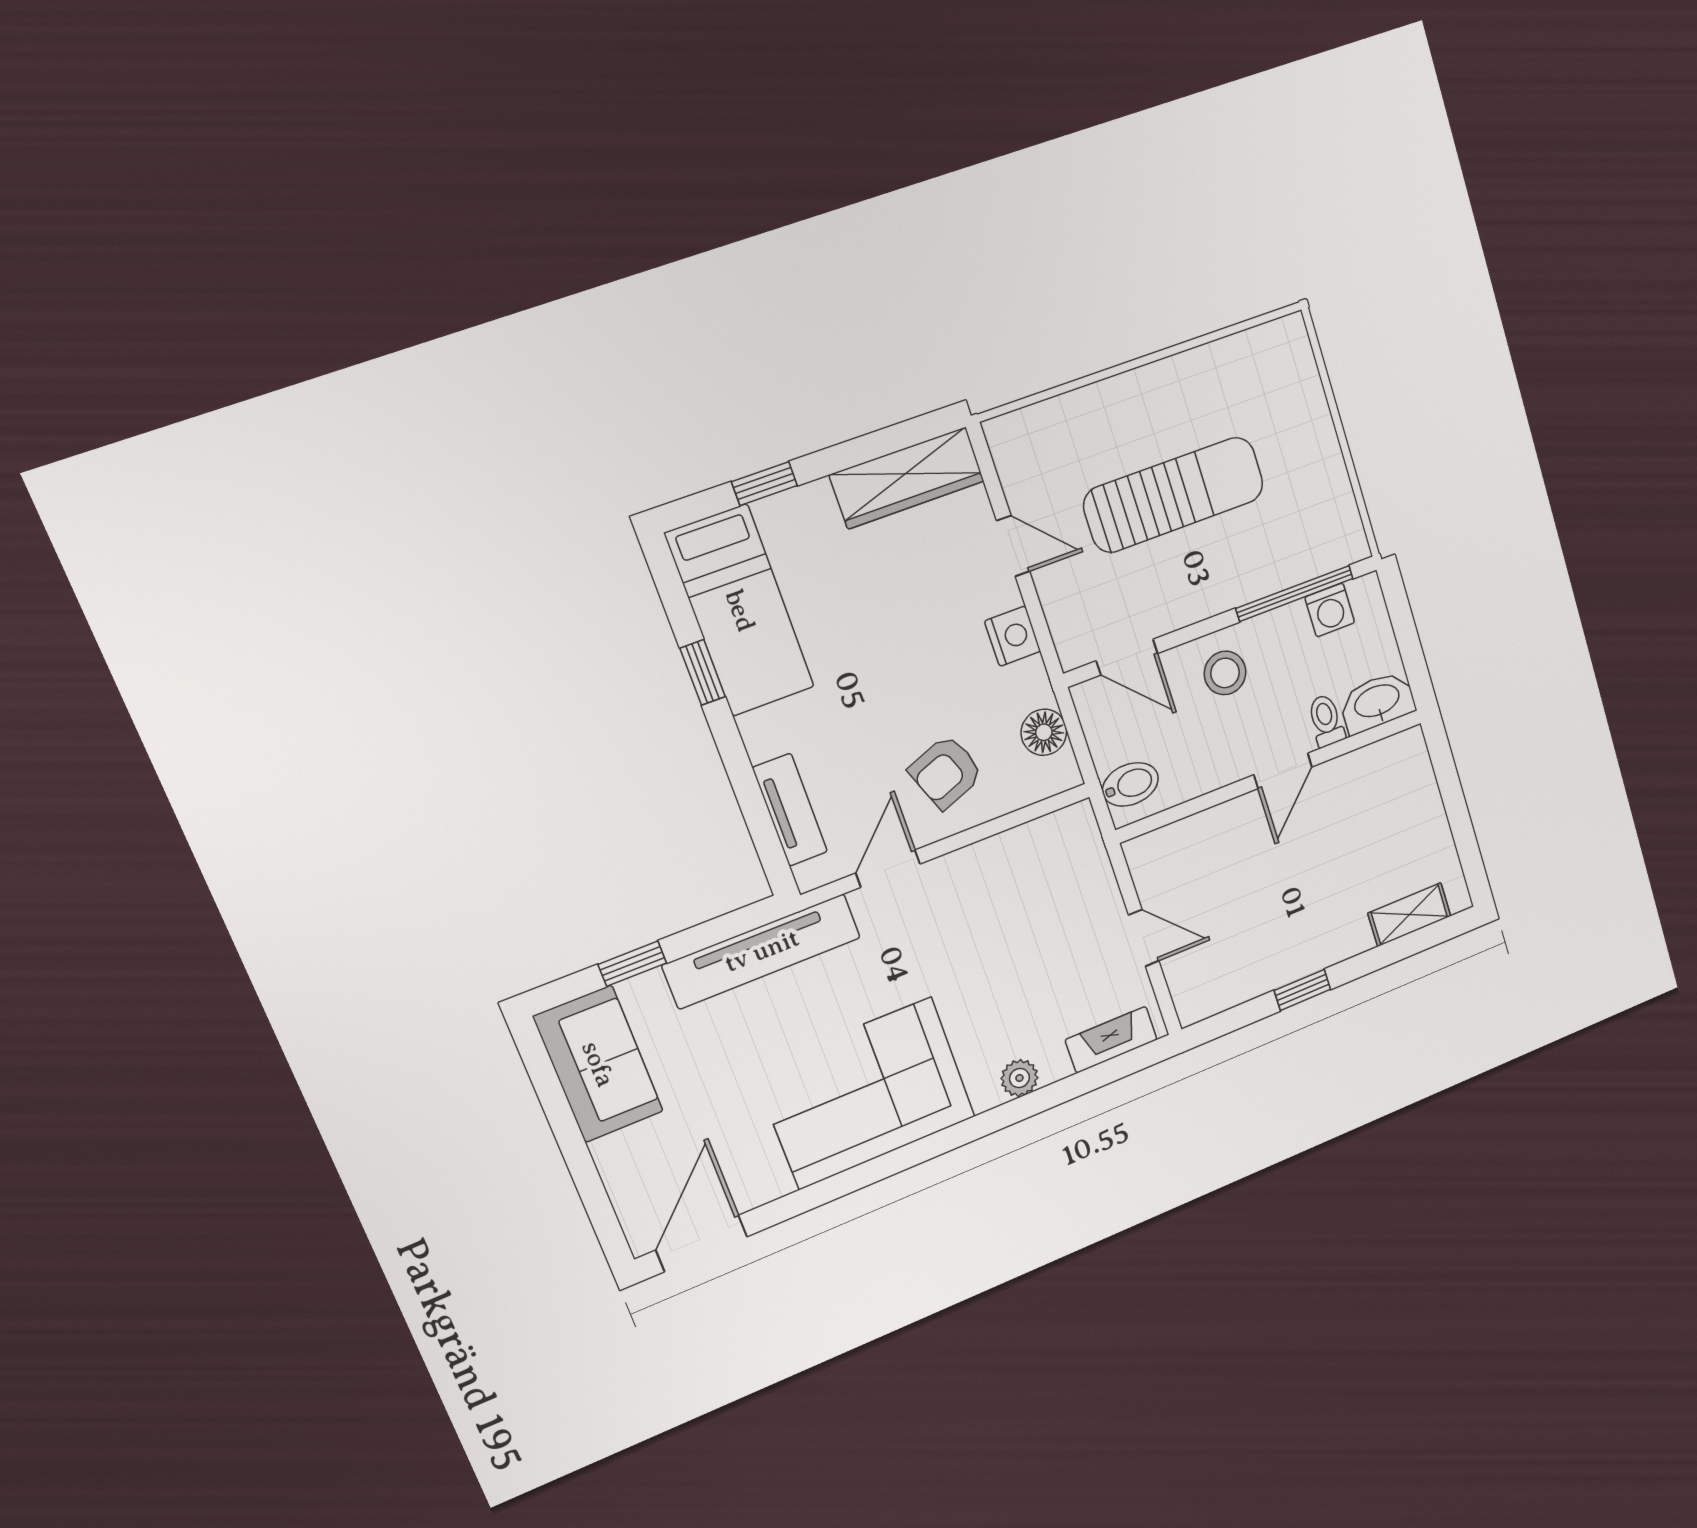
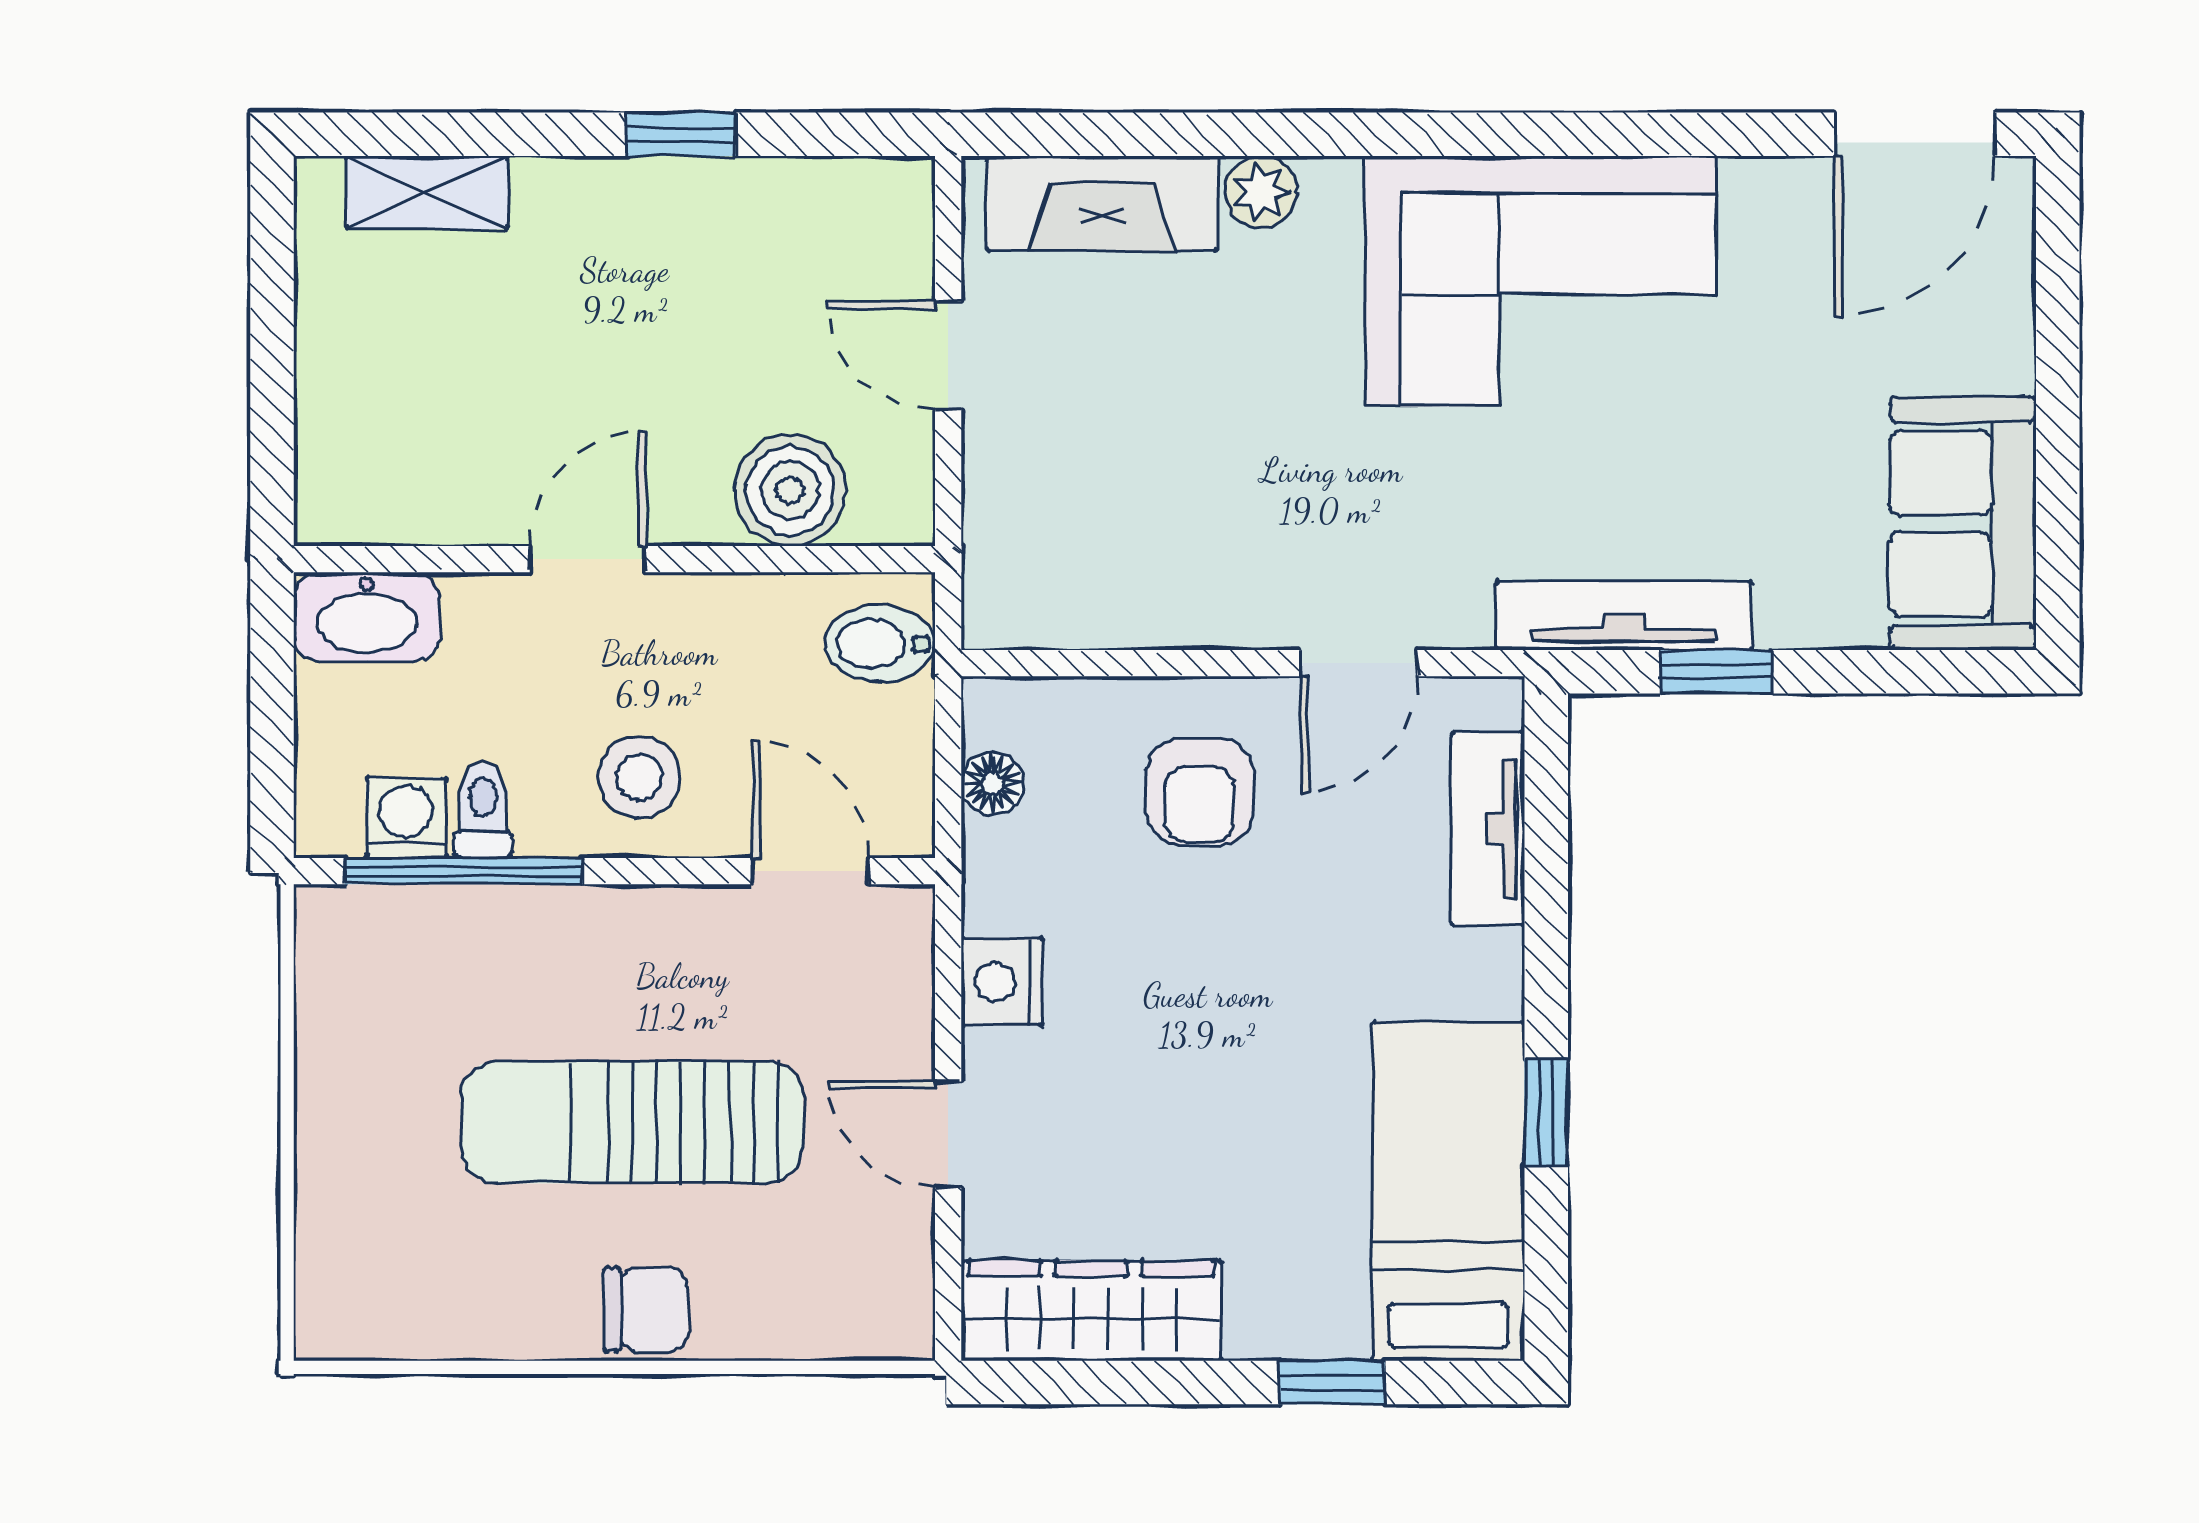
chair: (1136, 398) -> (646, 1310), added
toilet: (1326, 721) -> (483, 810), moved, turned 180
floor lamp: (1044, 732) -> (992, 784), width x0.73, depth x0.73
armchair: (946, 772) -> (1200, 792), turned 111
boiler: (1198, 842) -> (790, 490), added
tv unit: (762, 951) -> (1624, 615), width x0.73, depth x0.78
window: (632, 964) -> (1716, 672), moved
fireplace: (1111, 1040) -> (1102, 204), width x1.37, depth x1.32

